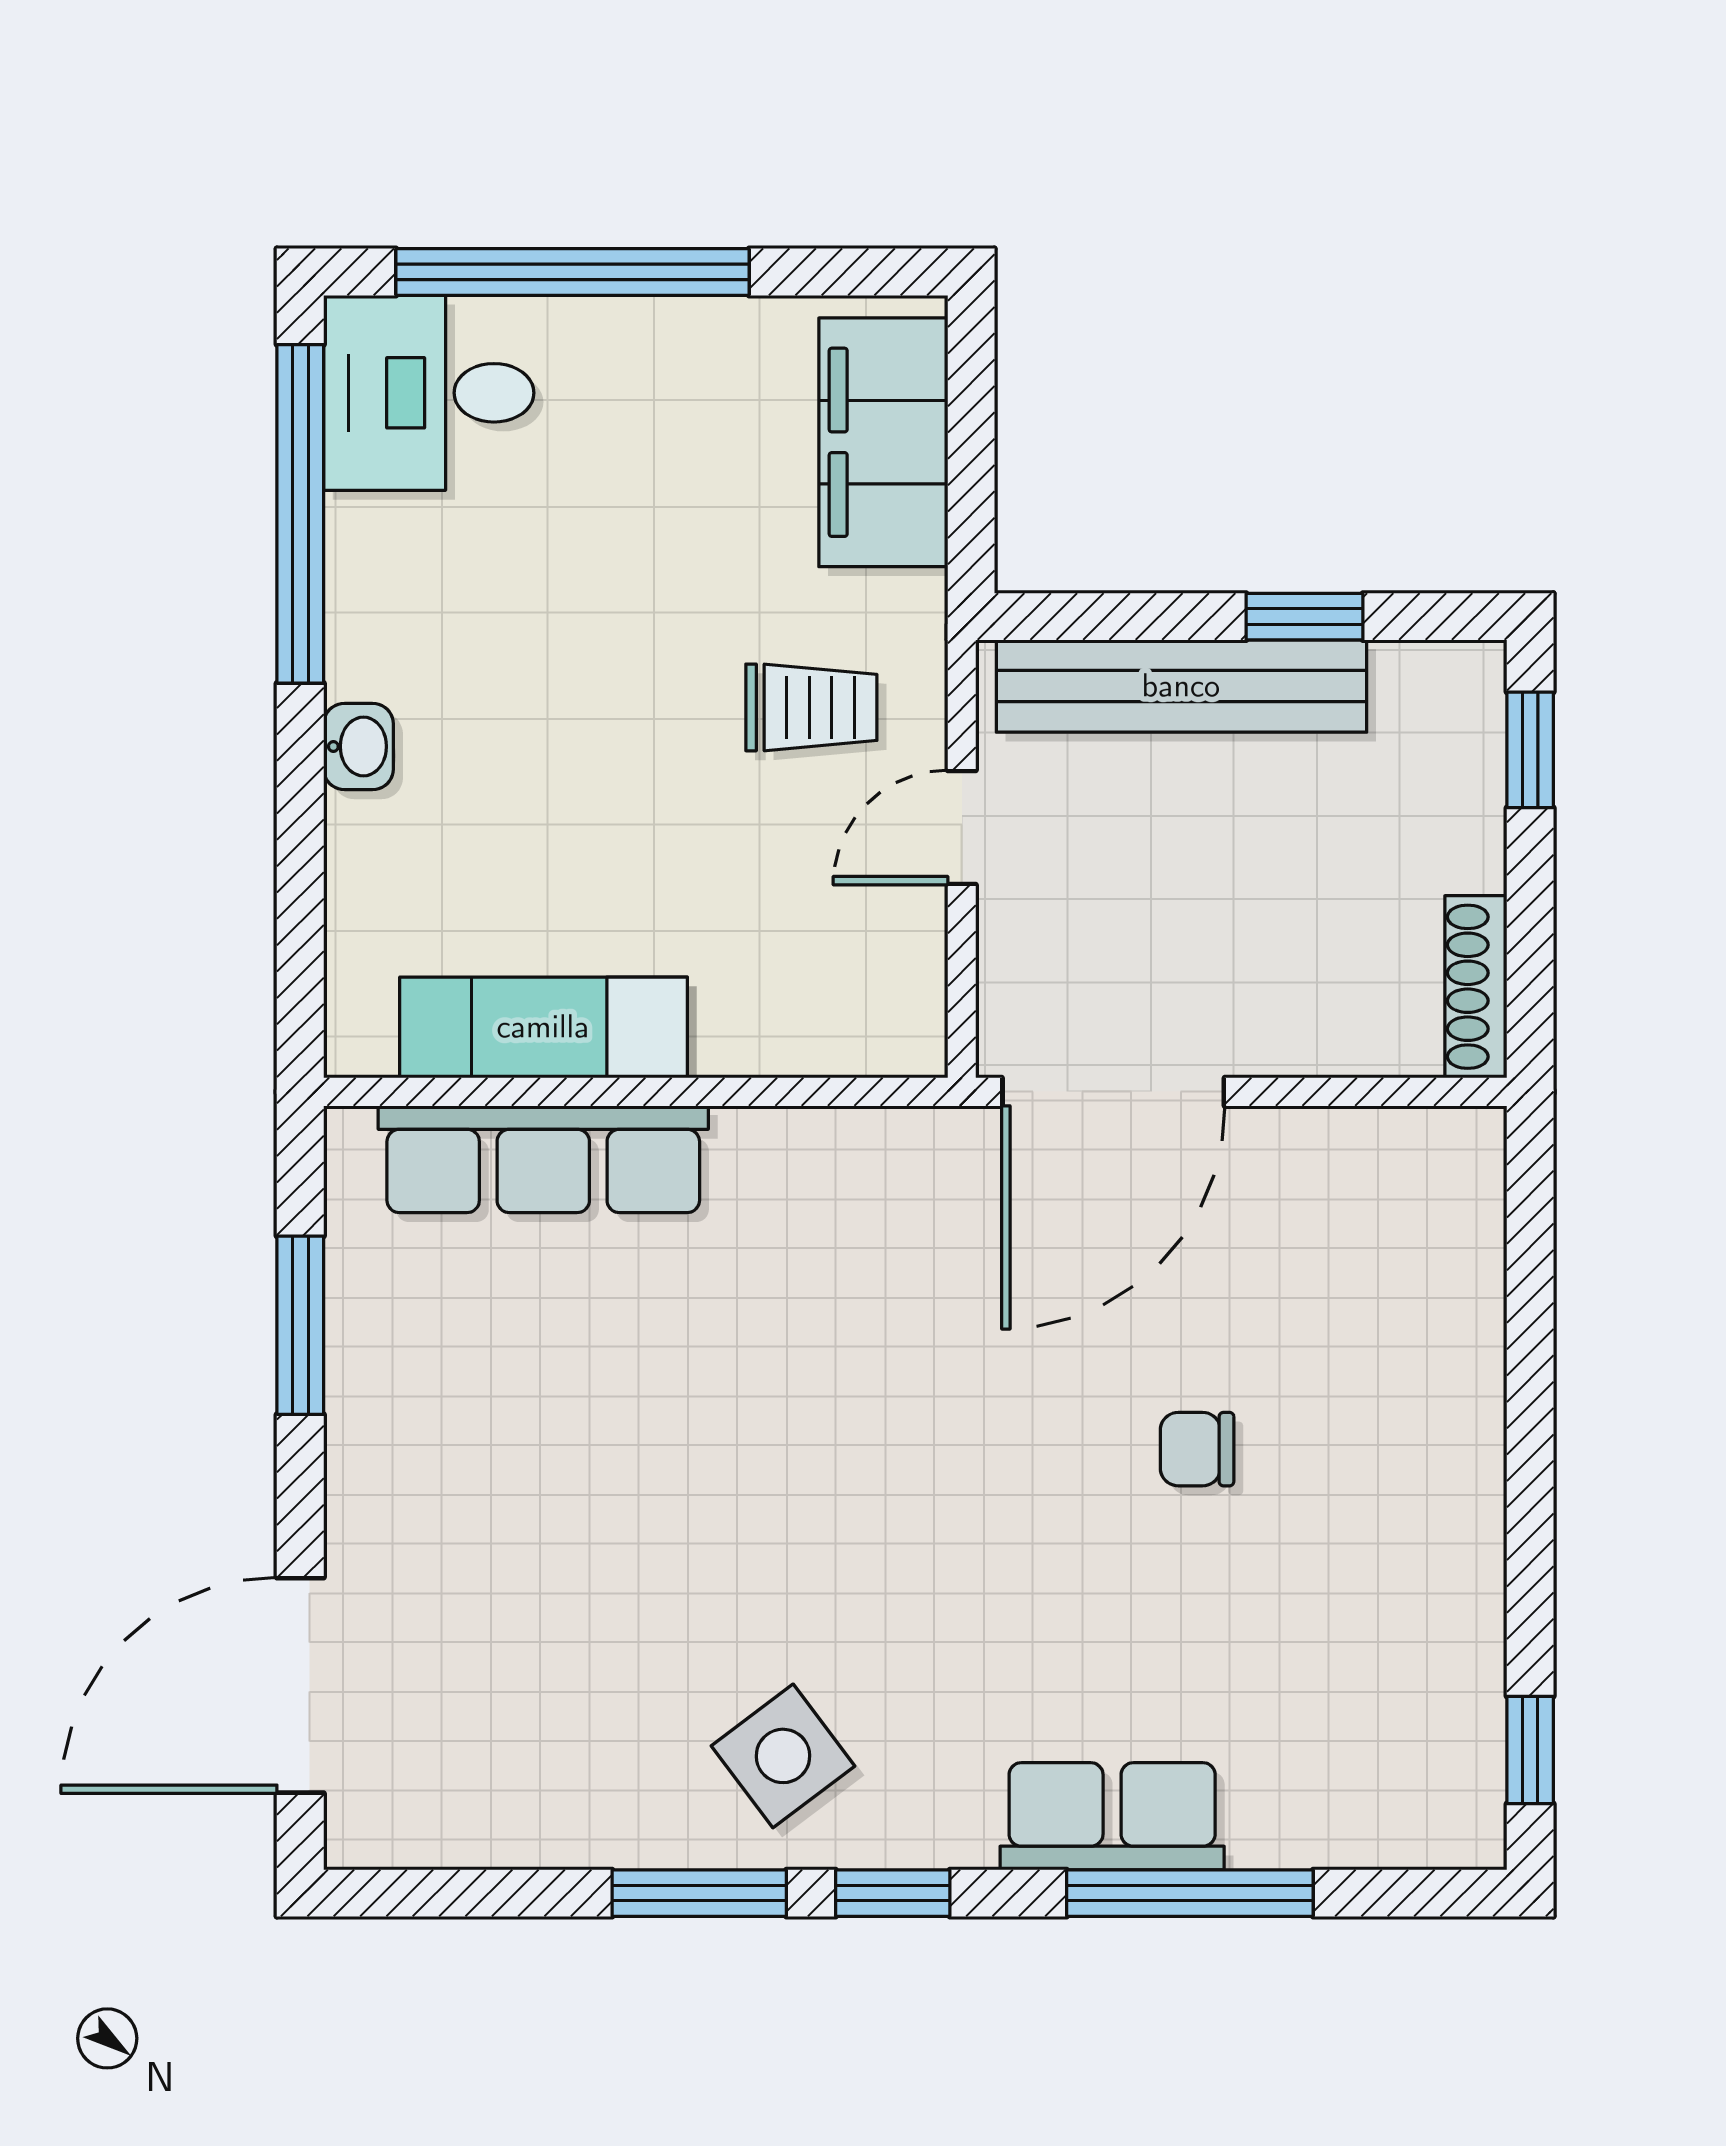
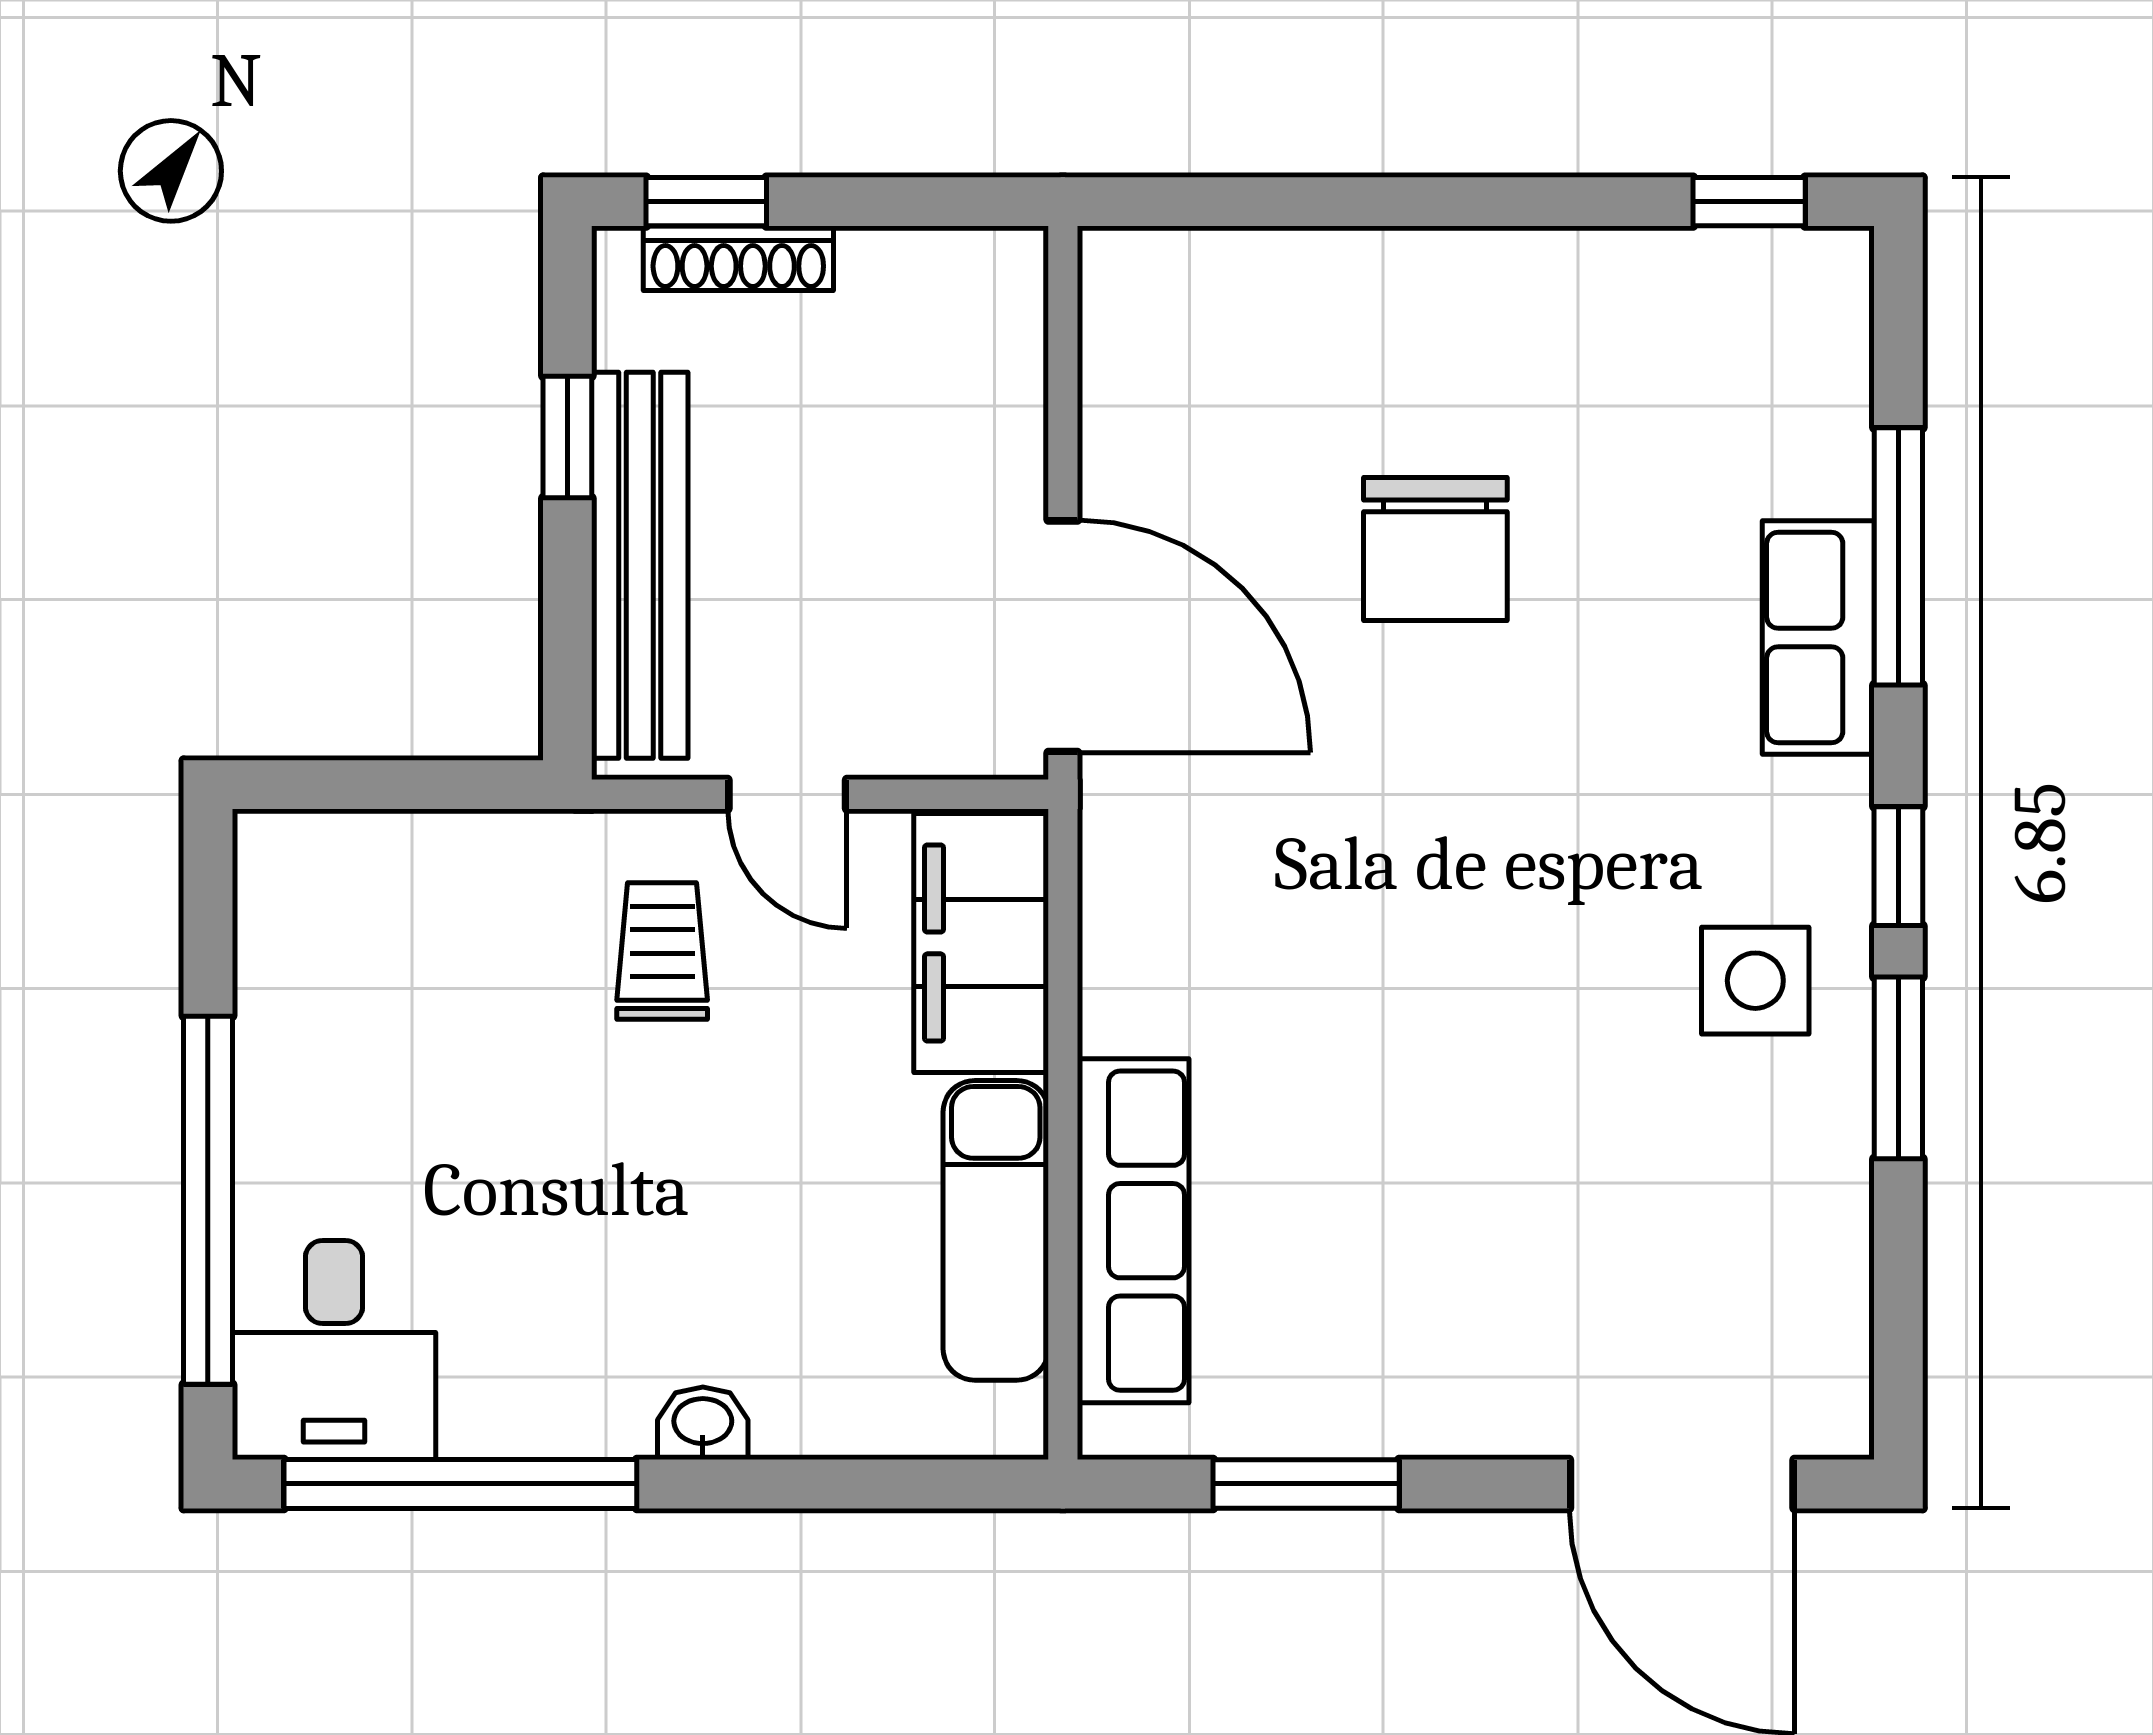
filing cabinet: (883, 442) -> (981, 943), moved, turned 90
shoe rack: (1476, 987) -> (738, 258), moved
chair: (1197, 1449) -> (1435, 549), width x1.87, depth x1.87
side table: (783, 1756) -> (1755, 981), turned 37

